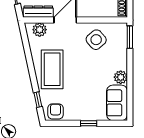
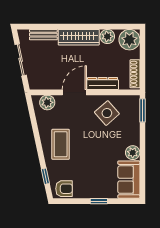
dresser: (38, 12) -> (103, 84), moved
coffee table: (52, 69) -> (61, 144), width x0.73, depth x0.76
armchair: (55, 111) -> (64, 189), turned 90

